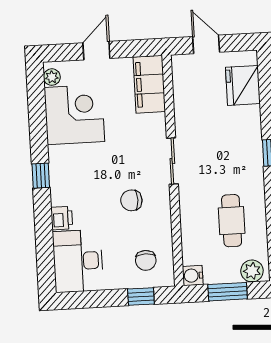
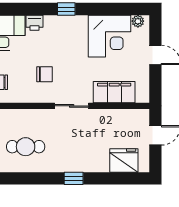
filing cabinet: (149, 84) -> (114, 92), moved
chair: (131, 200) -> (44, 74), turned 90

